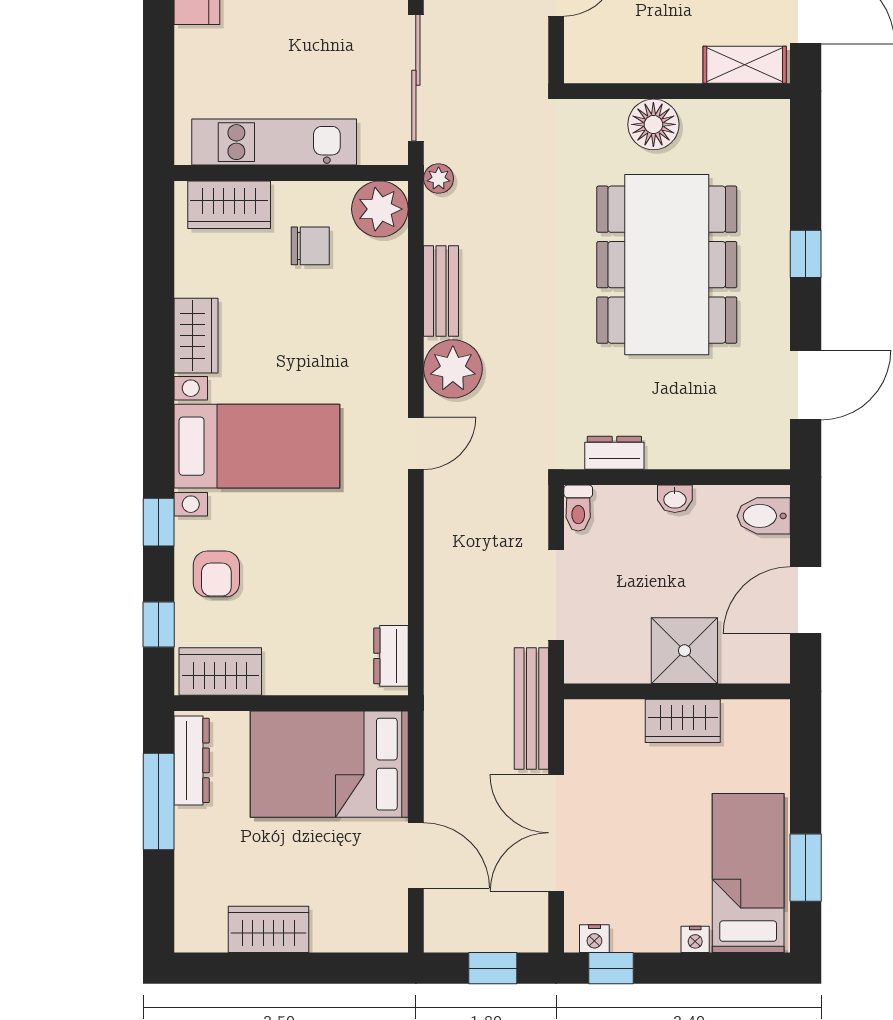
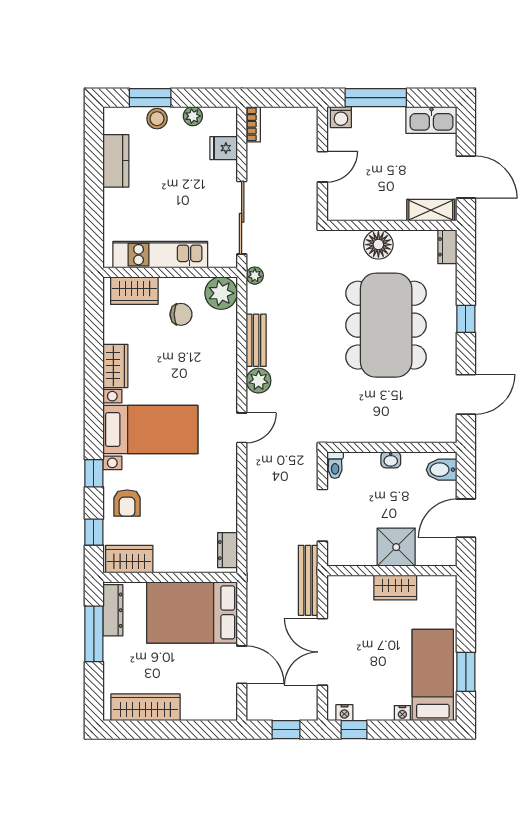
plant: (453, 369) -> (259, 381), width x0.73, depth x0.73
dresser: (614, 453) -> (447, 247), moved, turned -90
wardrobe: (268, 929) -> (145, 707), width x1.50

